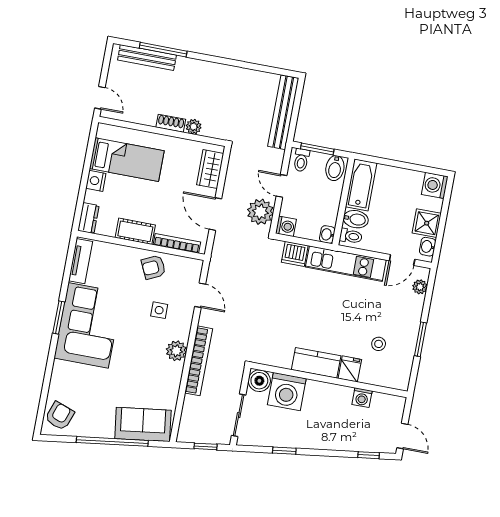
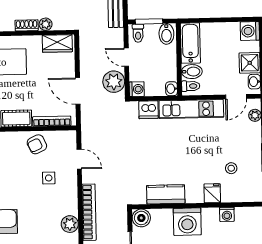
wardrobe: (210, 169) -> (57, 44), moved, turned -90
plant: (176, 351) -> (70, 224), moved
kitchen counter: (316, 363) -> (166, 194), moved
washing machine: (287, 392) -> (187, 222), moved

